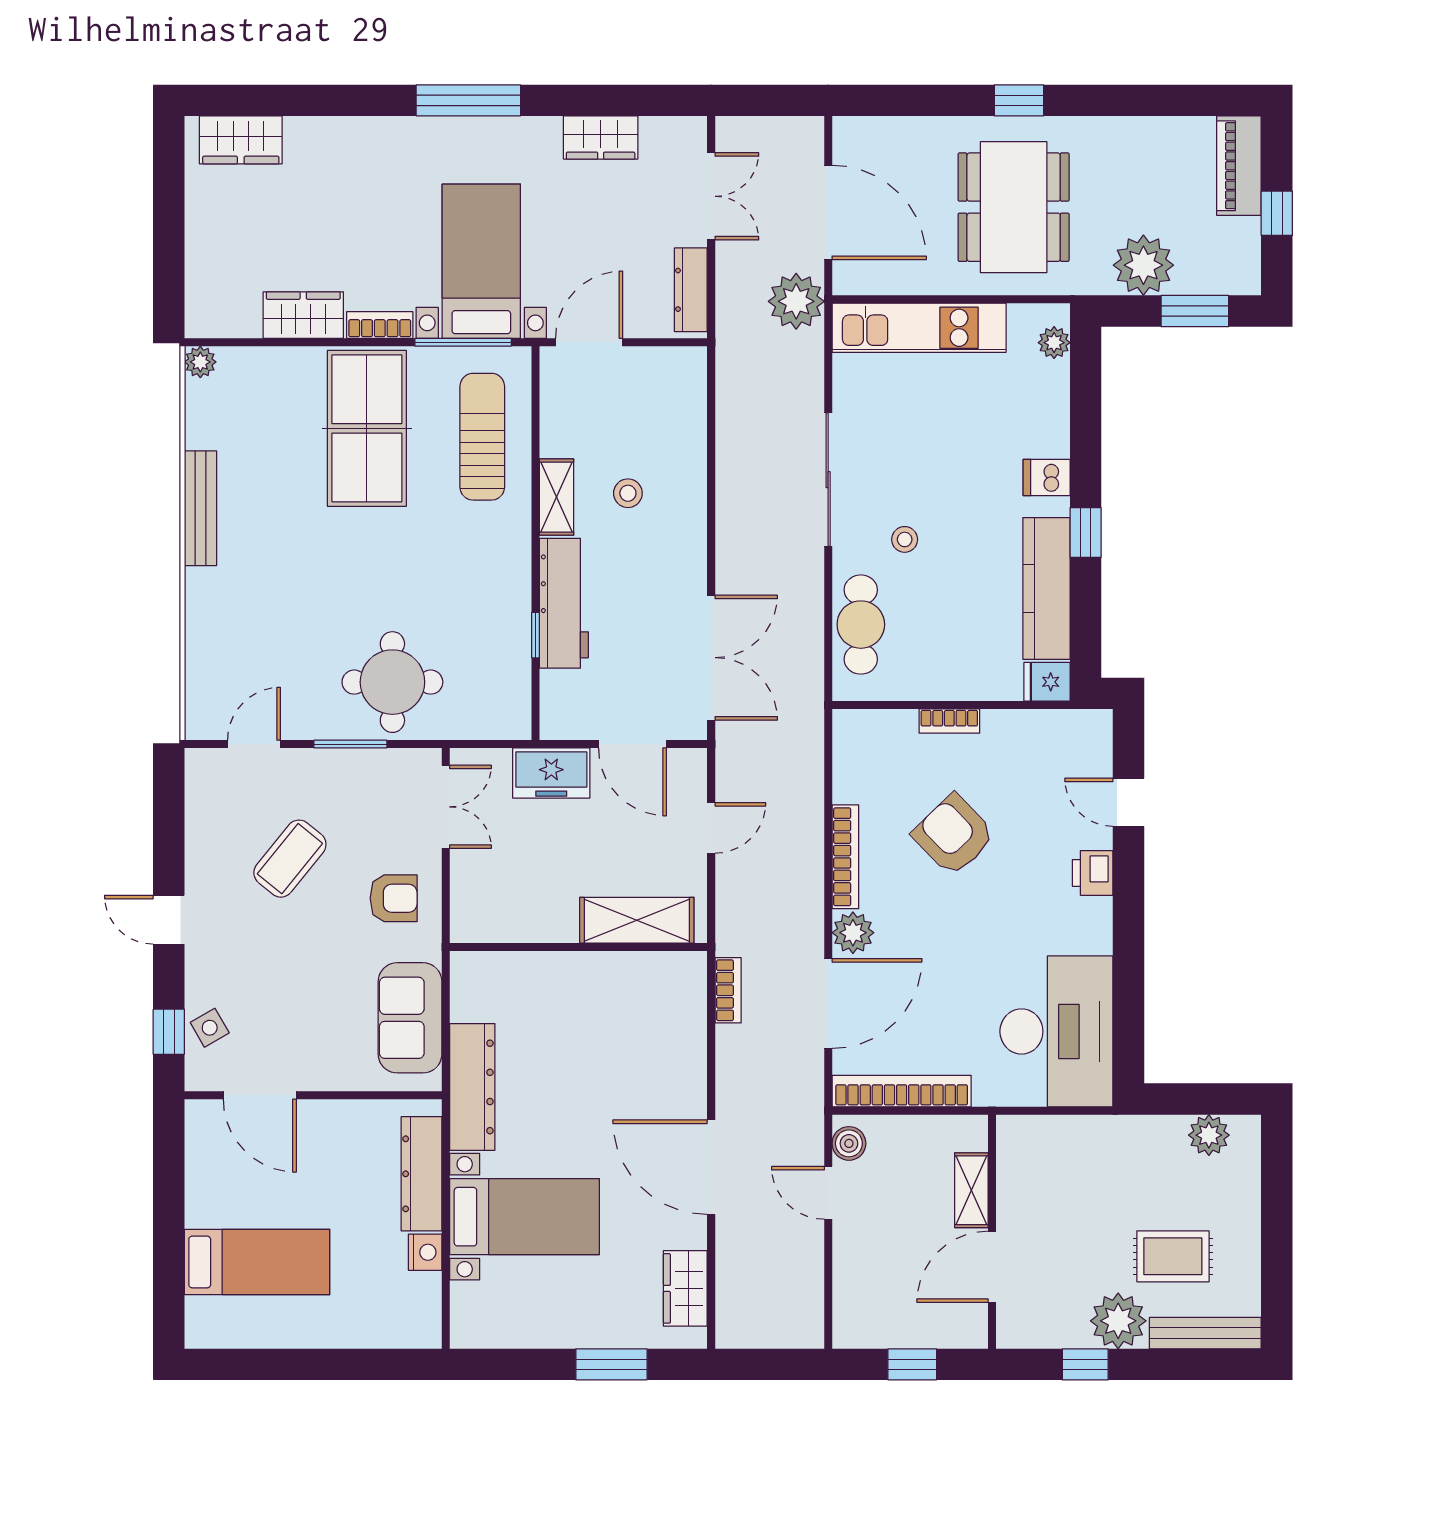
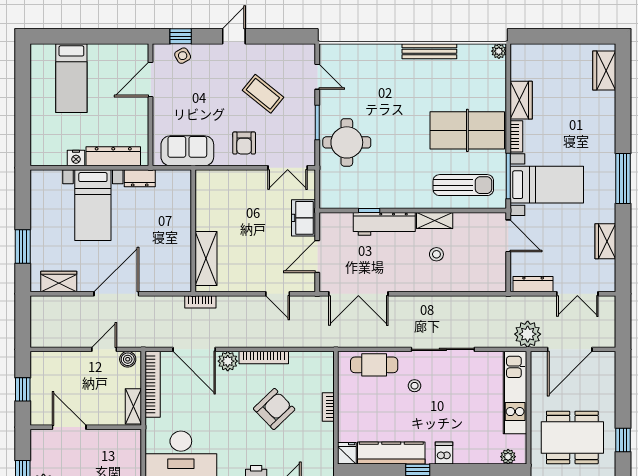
shelving: (637, 920) -> (206, 259), moved
wall: (578, 947) -> (193, 231), moved
dresser: (472, 1087) -> (140, 178), width x0.51, depth x0.80
shelving: (971, 1190) -> (133, 406), moved, turned 90

